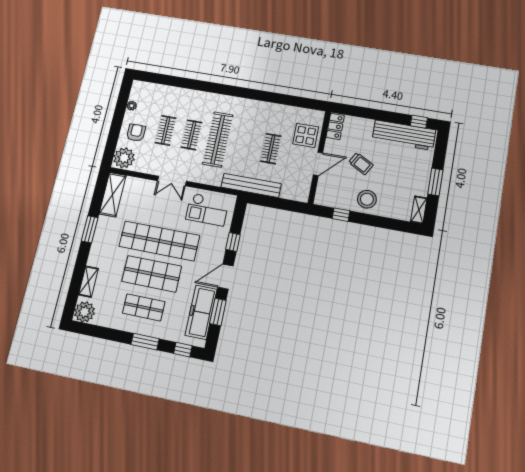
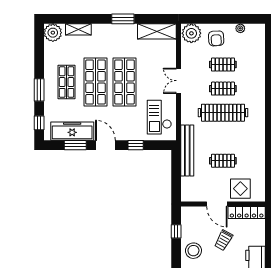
locker: (335, 126) -> (247, 213), width x1.53
armchair: (136, 133) -> (216, 38), turned 86
shop shelf: (159, 241) -> (124, 82), width x0.71

